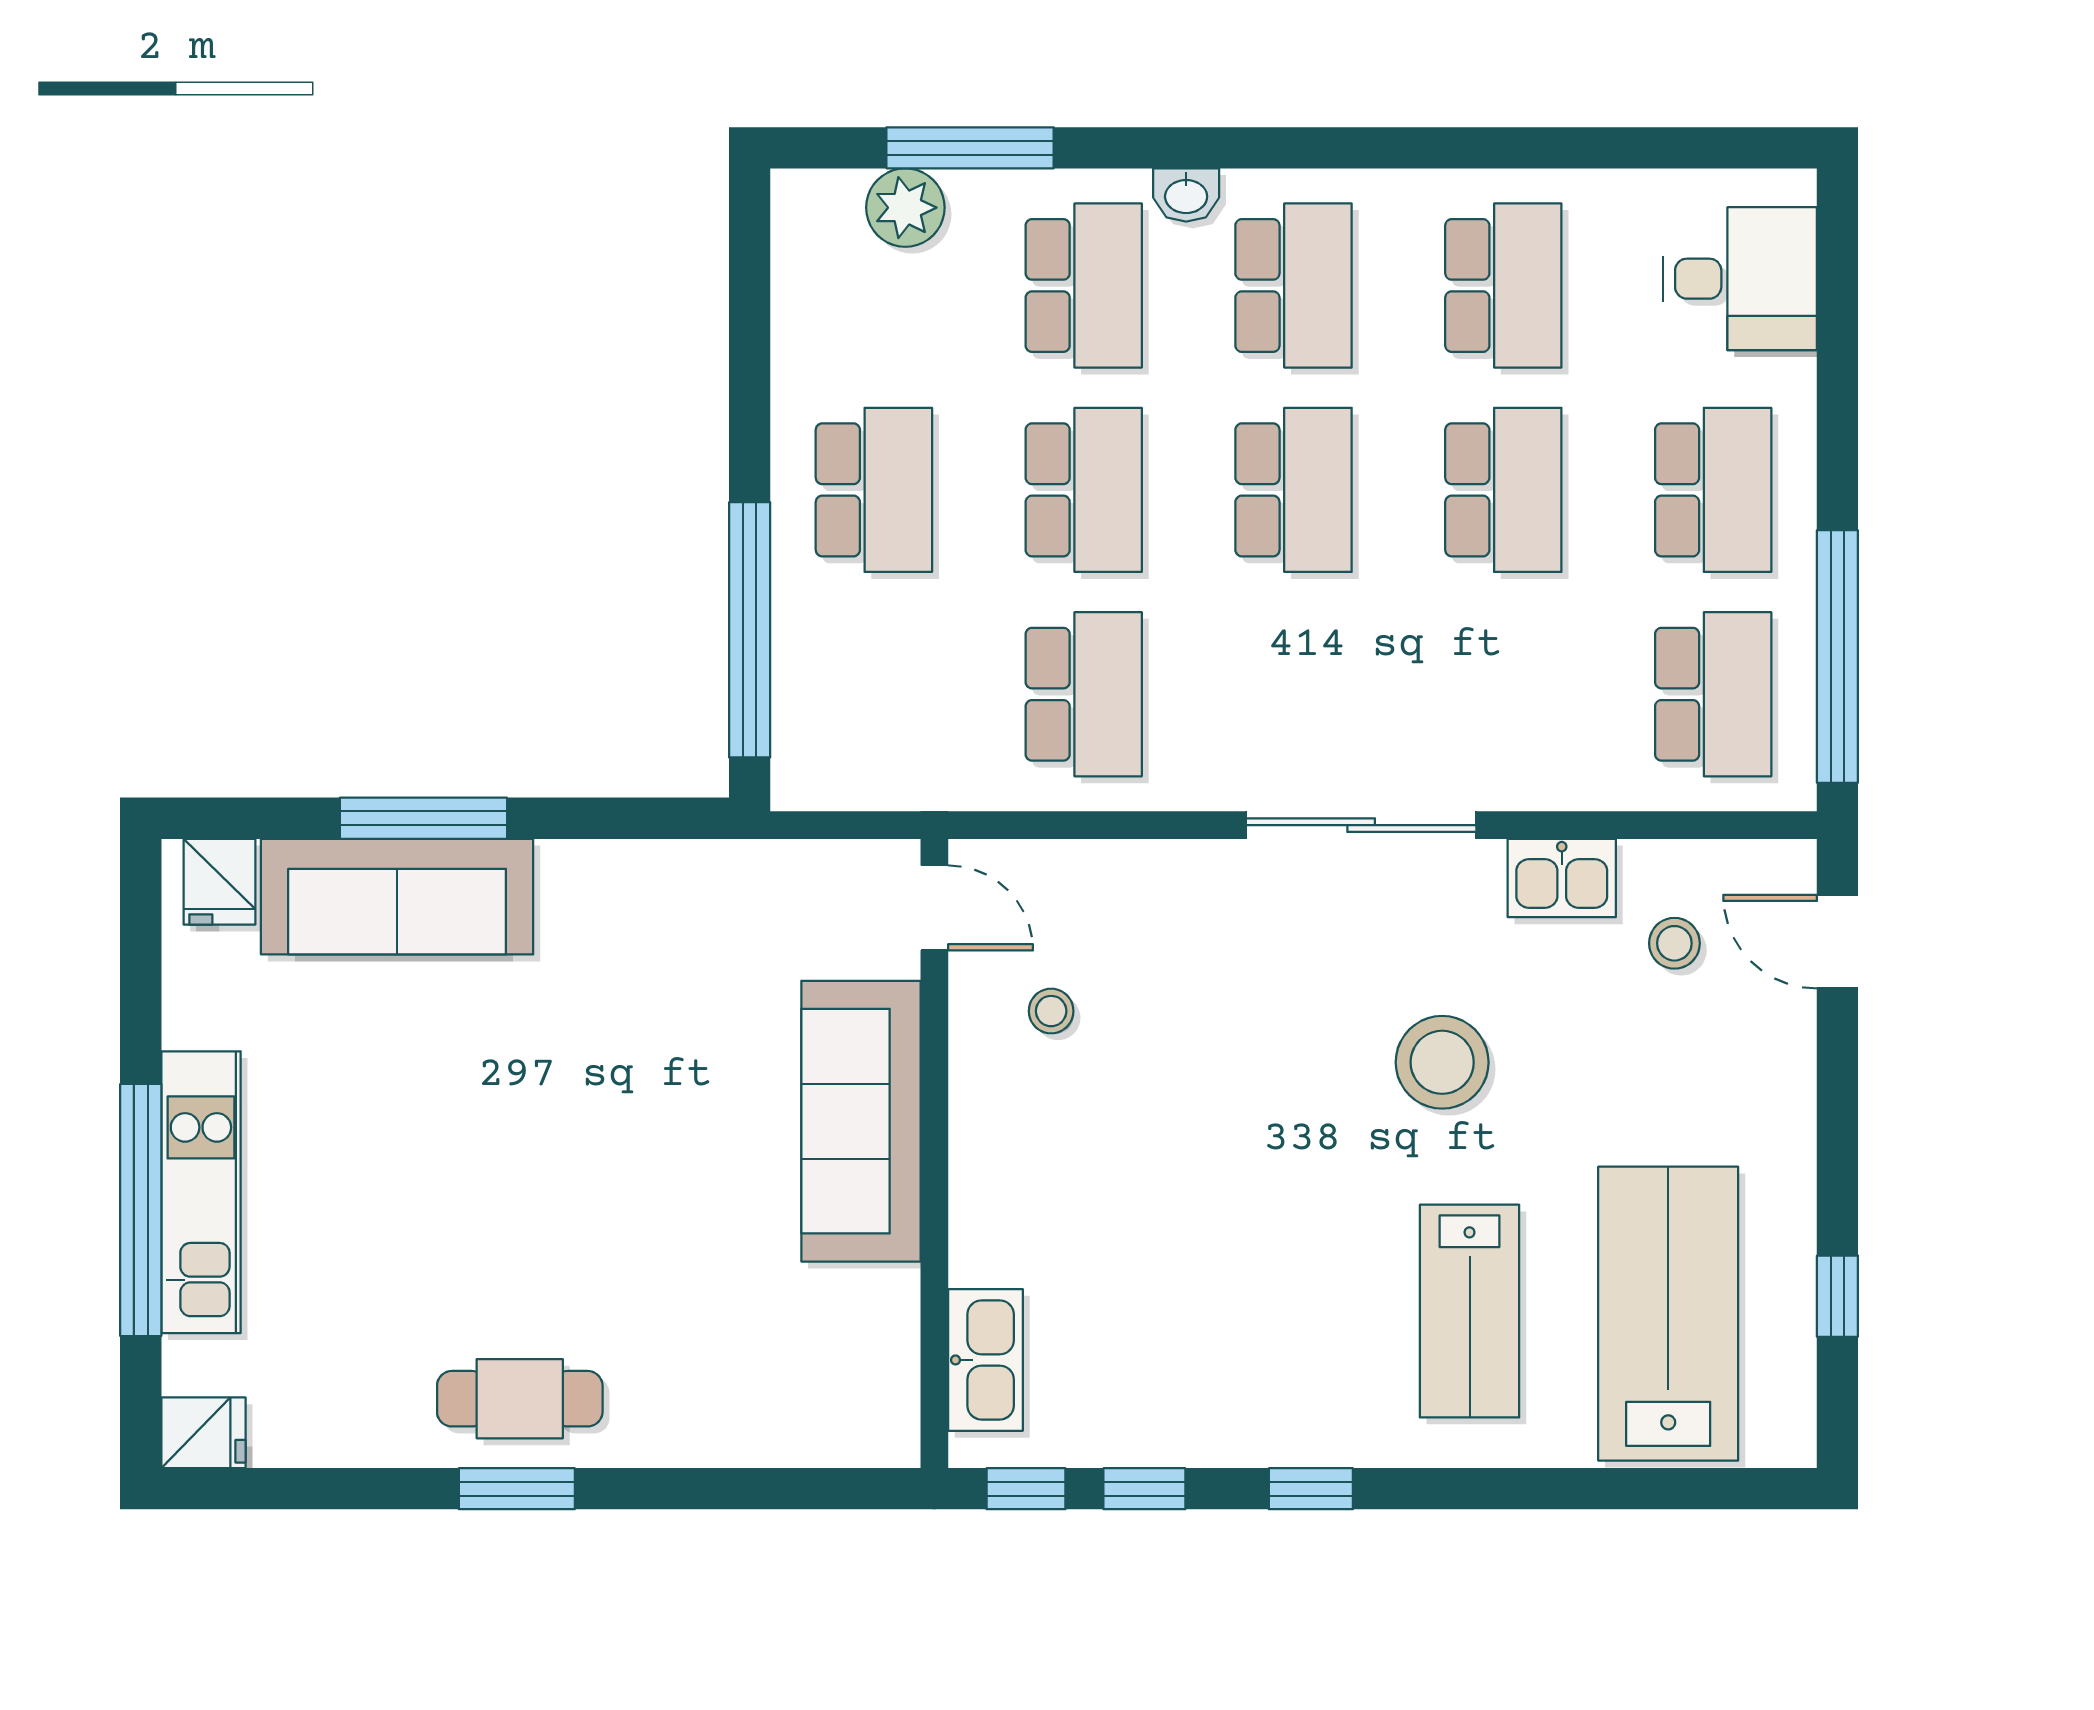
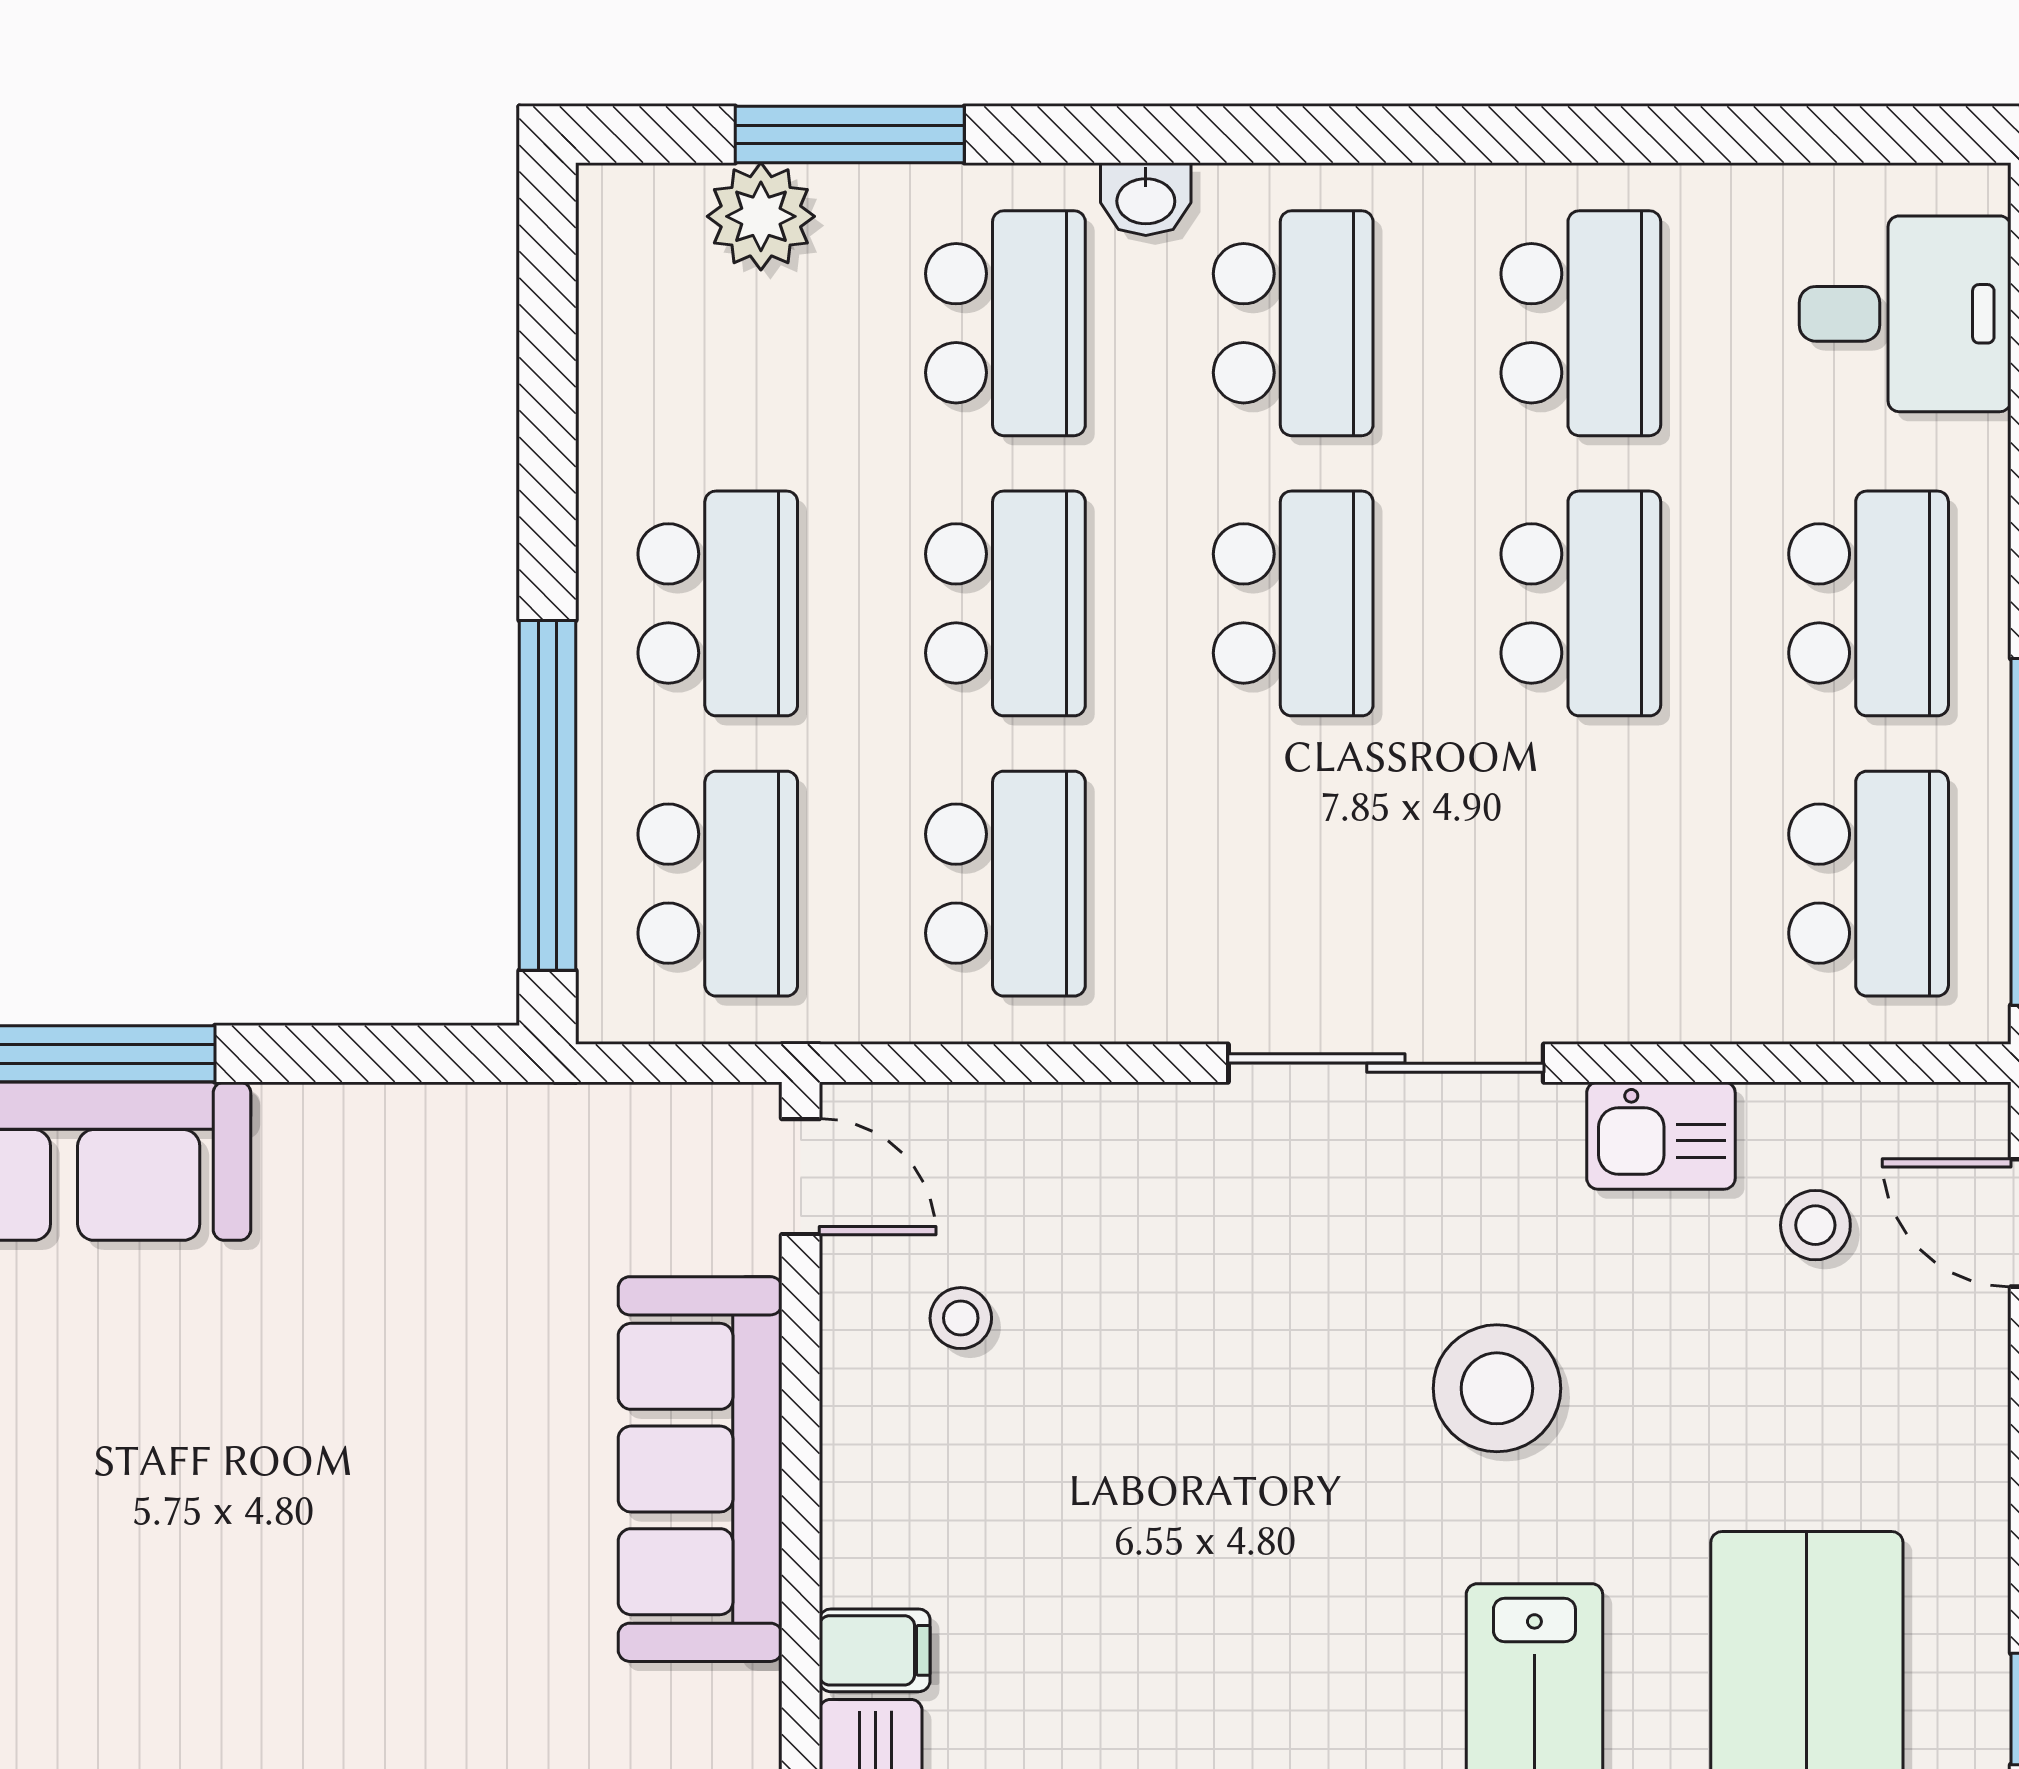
school desk: (874, 694) -> (718, 884), added
filing cabinet: (988, 1253) -> (875, 1650), added

